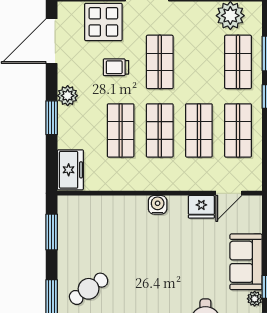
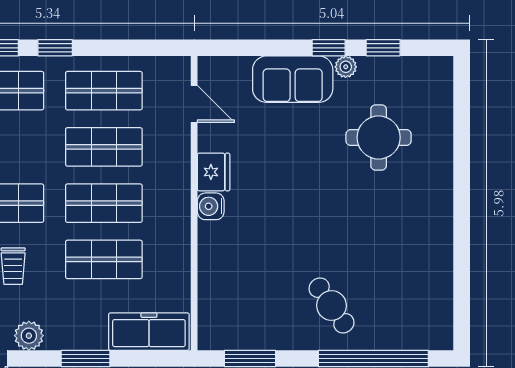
plant: (68, 96) -> (29, 336), moved
freezer: (70, 170) -> (149, 332), width x1.40
fridge: (201, 207) -> (214, 172), moved

